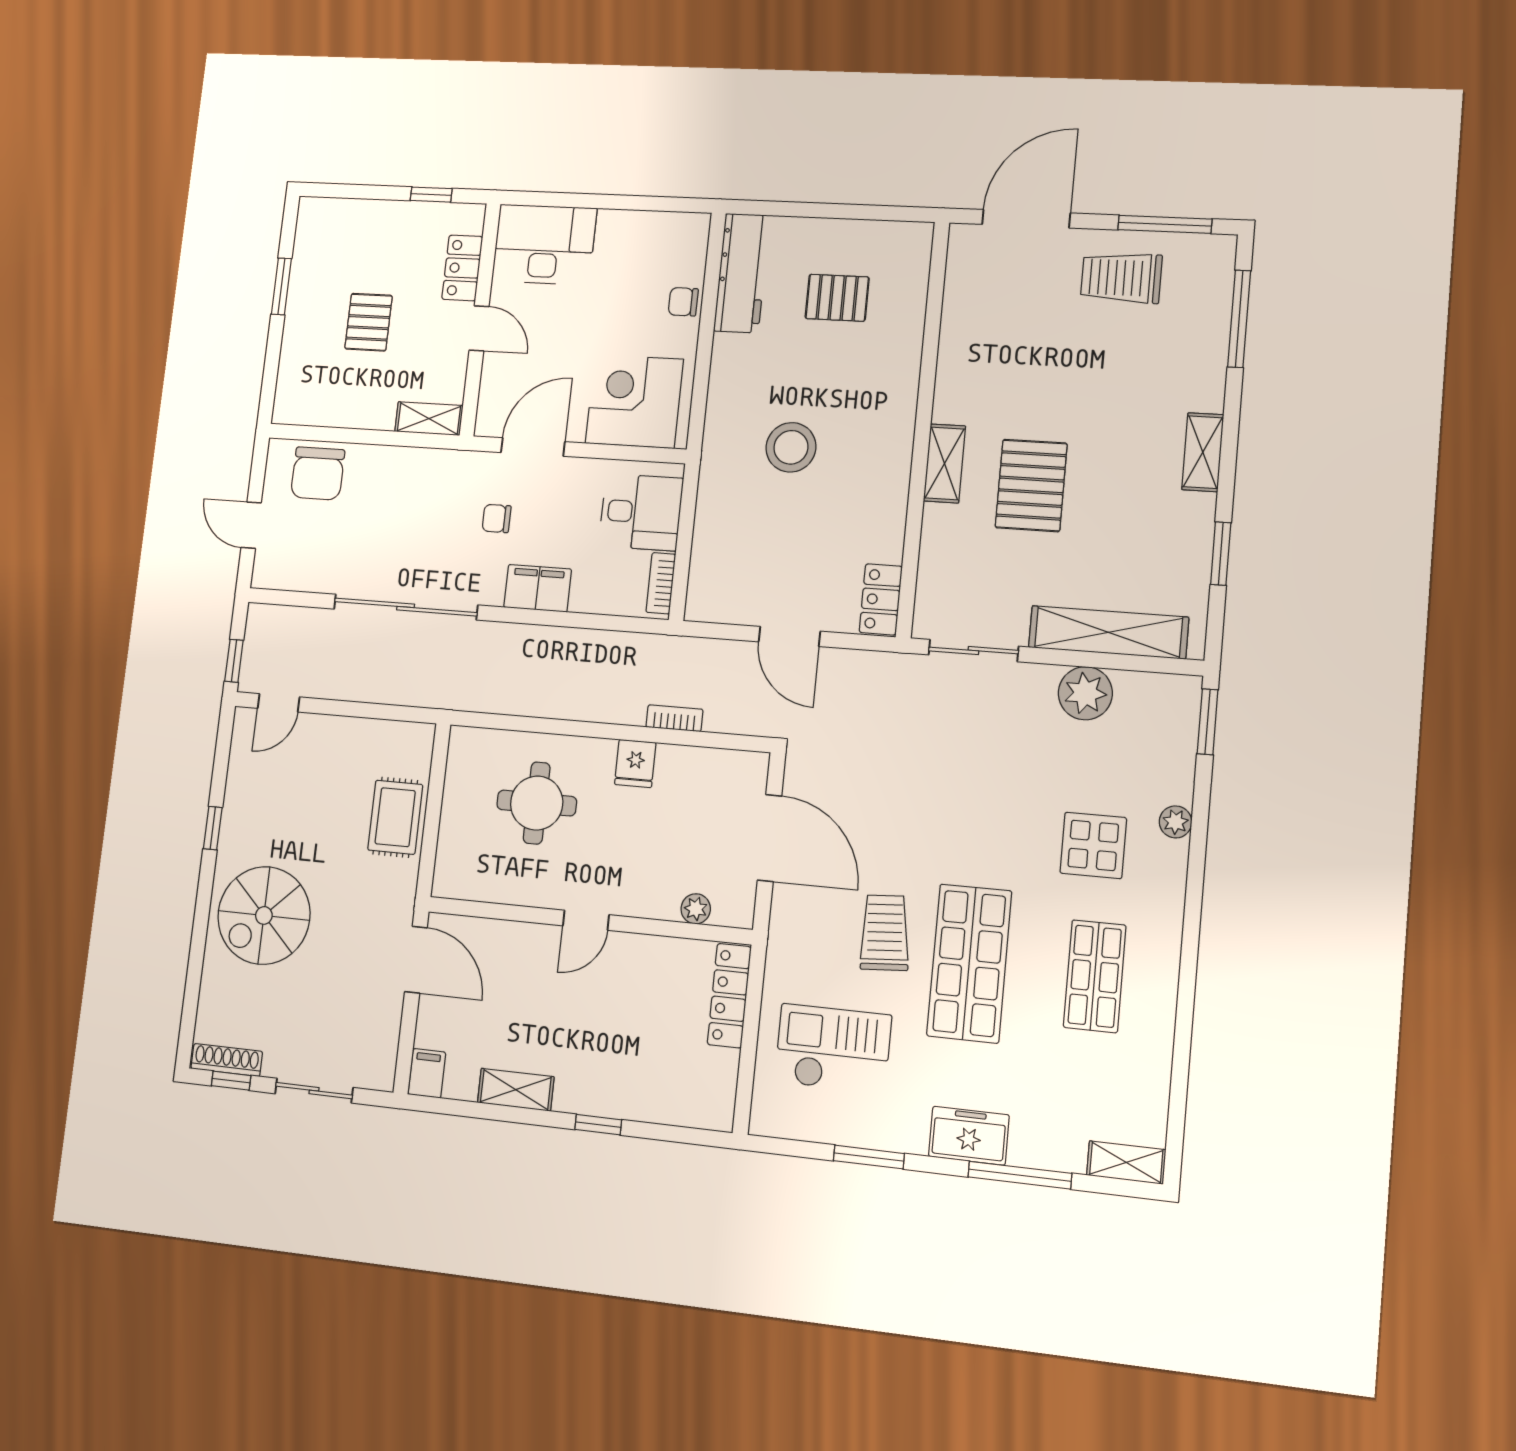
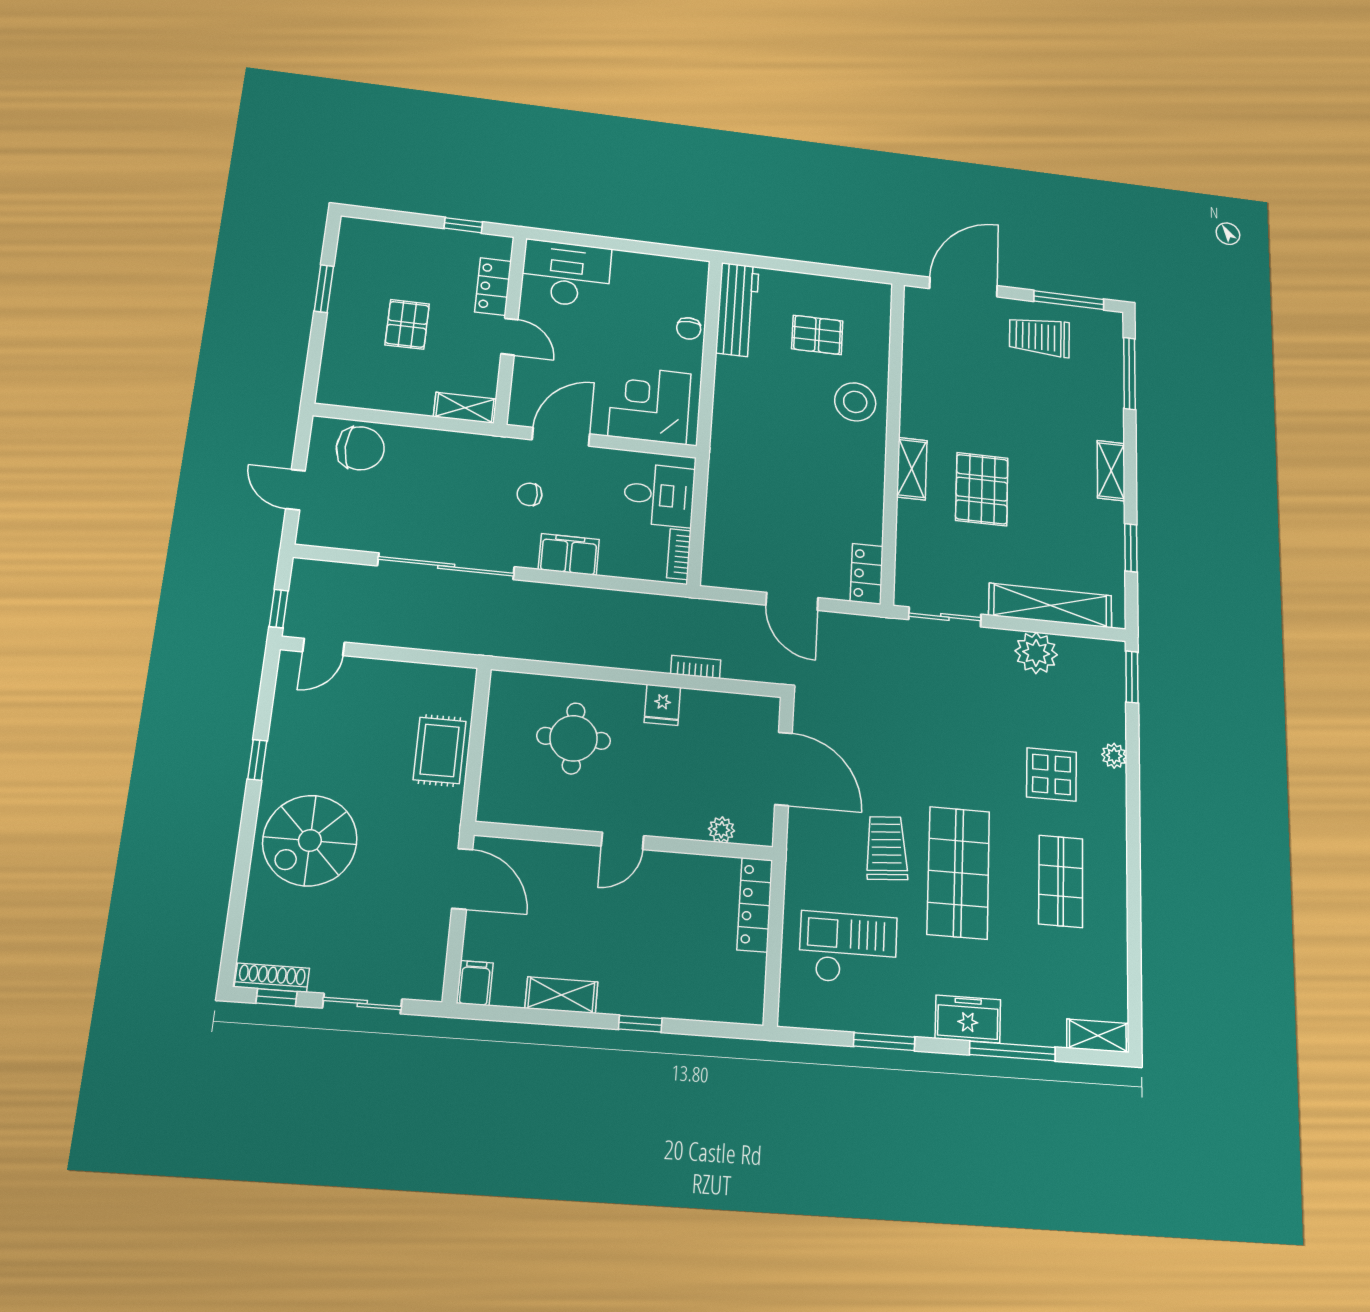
chair: (683, 302) -> (689, 328), turned -90
stool: (791, 447) -> (855, 402), moved
chair: (318, 473) -> (360, 448), turned -90

